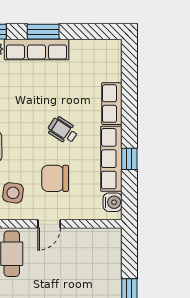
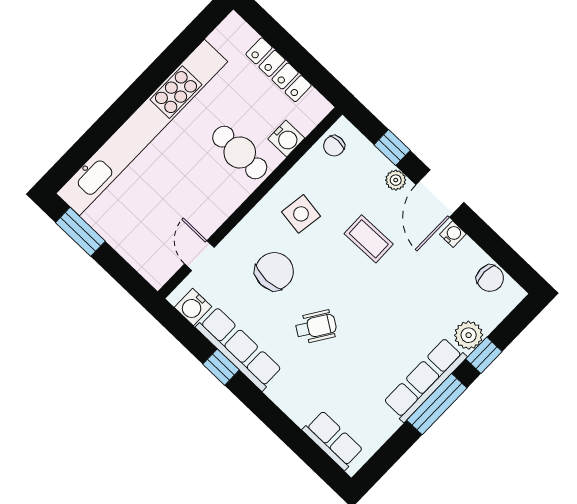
window: (43, 32) -> (437, 404), width x1.44
row of seats: (112, 104) -> (333, 440), moved
door: (49, 224) -> (199, 256), moved

